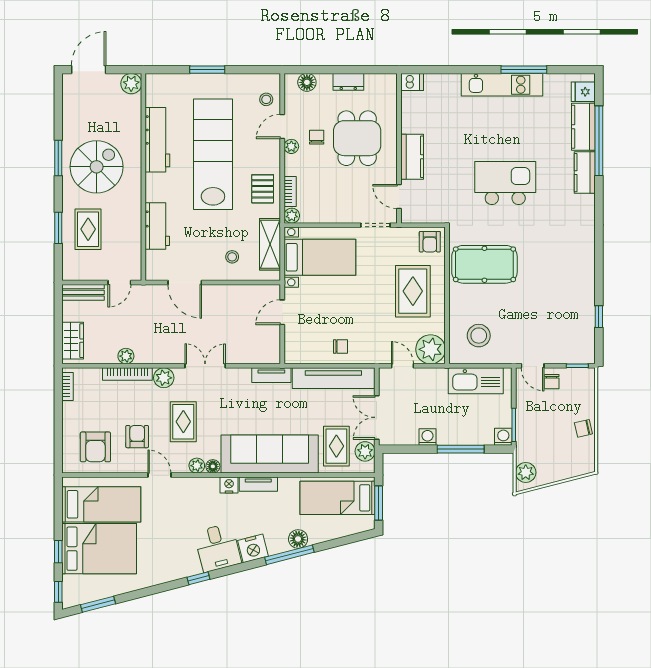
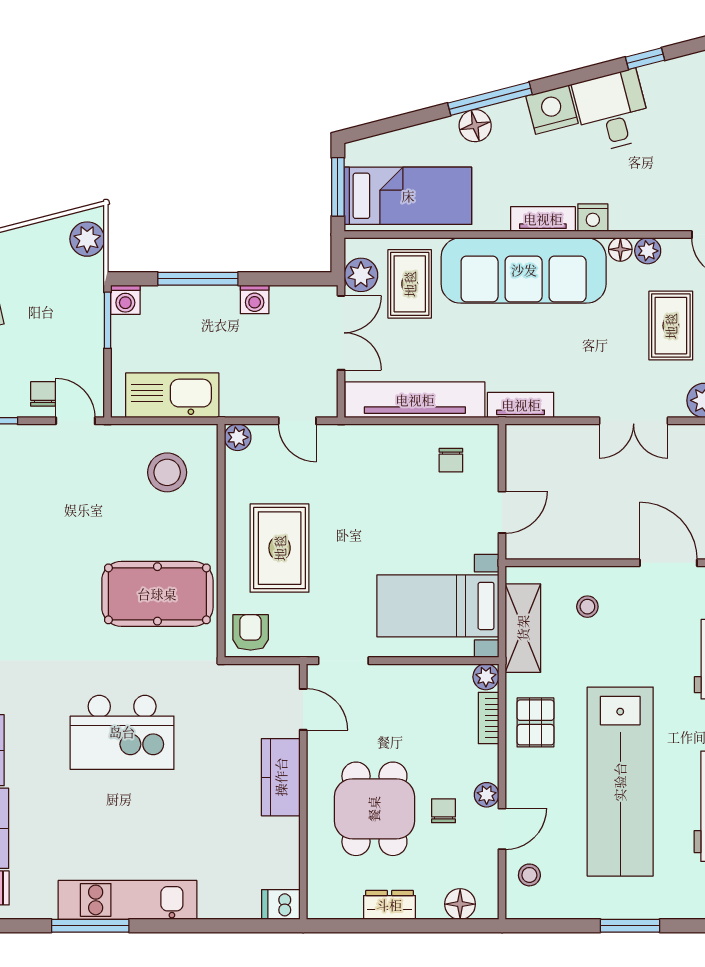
chair: (317, 137) -> (443, 811), turned 180
chair: (341, 347) -> (451, 460), moved, turned -90
plant: (431, 349) -> (238, 437), width x0.53, depth x0.53

